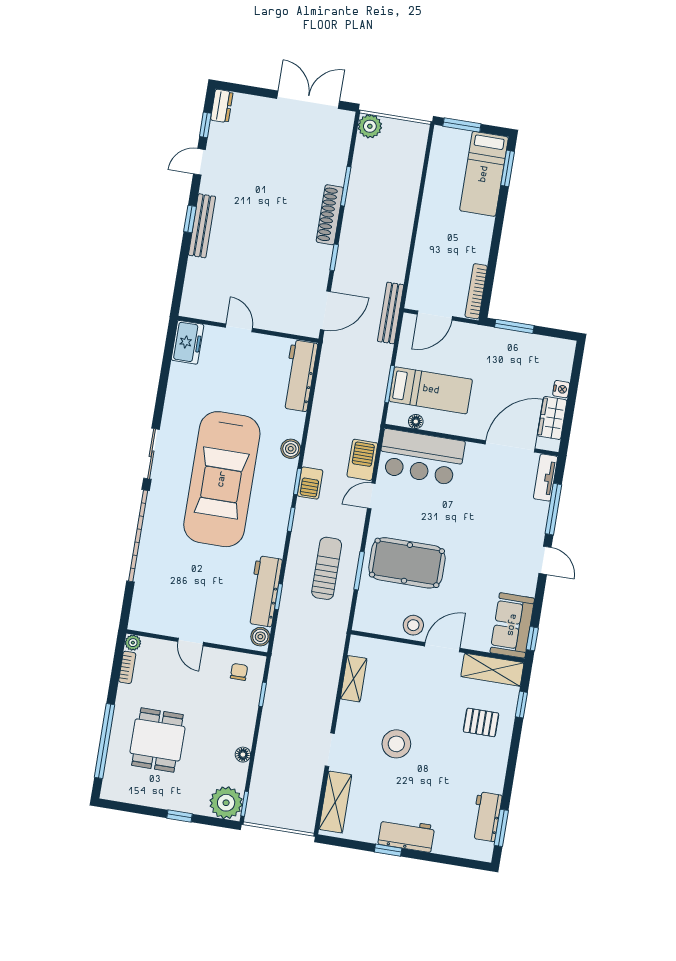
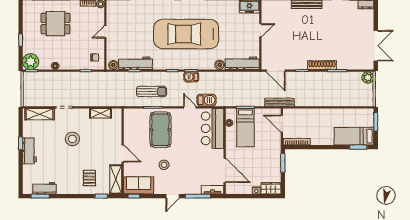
wardrobe: (552, 418) -> (271, 188), moved
boiler: (291, 449) -> (220, 65), moved
stool: (413, 625) -> (164, 165), moved

